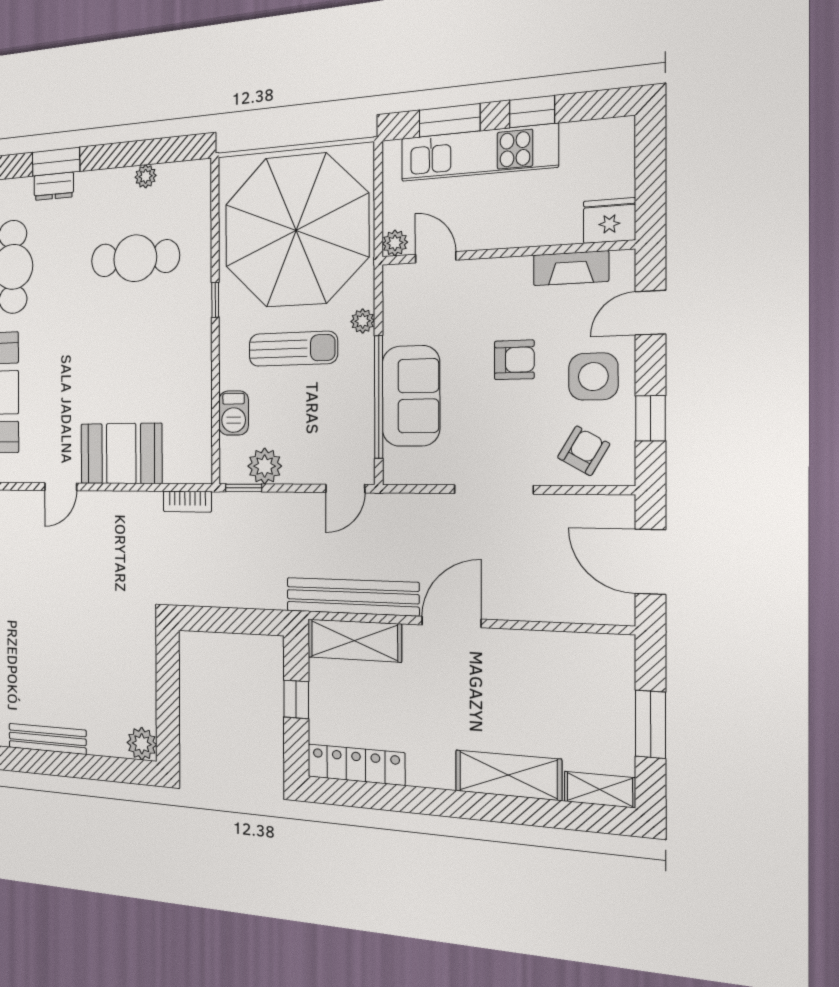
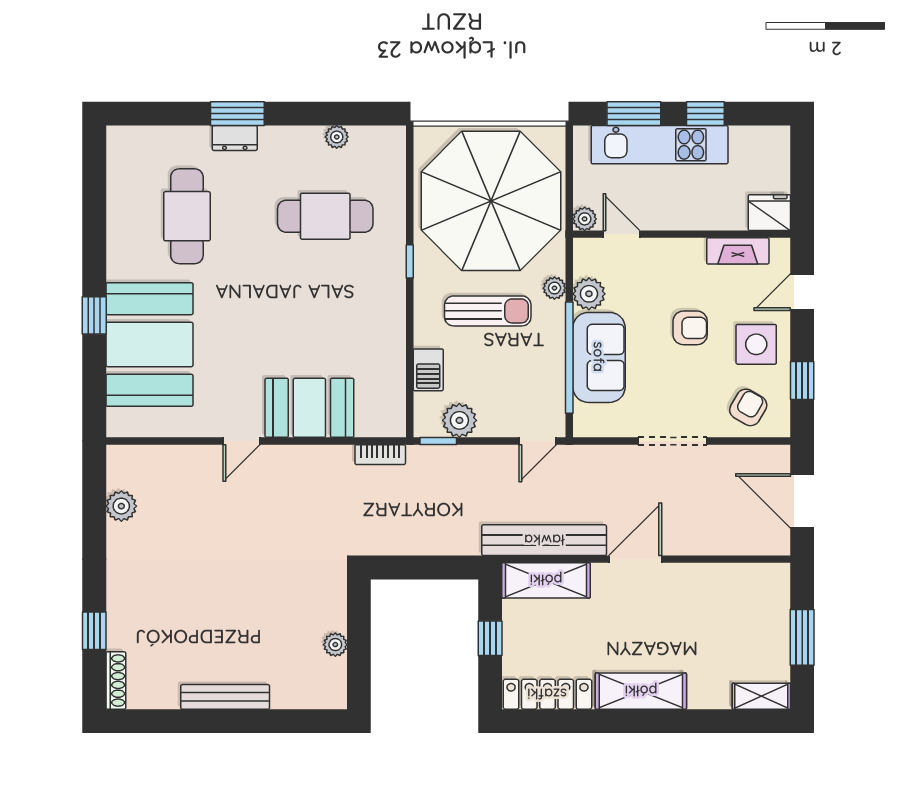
plant: (400, 326) -> (589, 294), added
plant: (142, 744) -> (335, 645), moved, width x0.73, depth x0.73
shelving: (508, 775) -> (641, 691), moved

